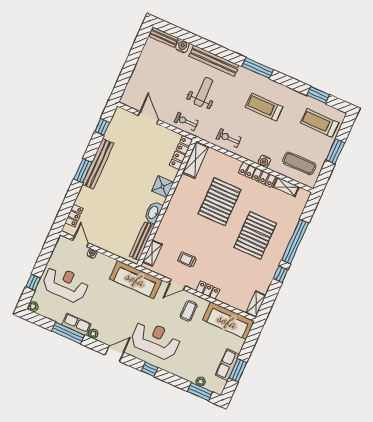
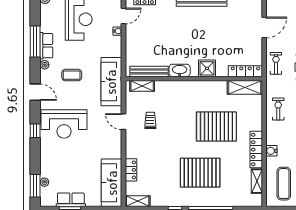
locker: (208, 290) -> (131, 170), moved
coffee table: (189, 311) -> (72, 75), moved
reception desk: (155, 340) -> (64, 124), turned 90

